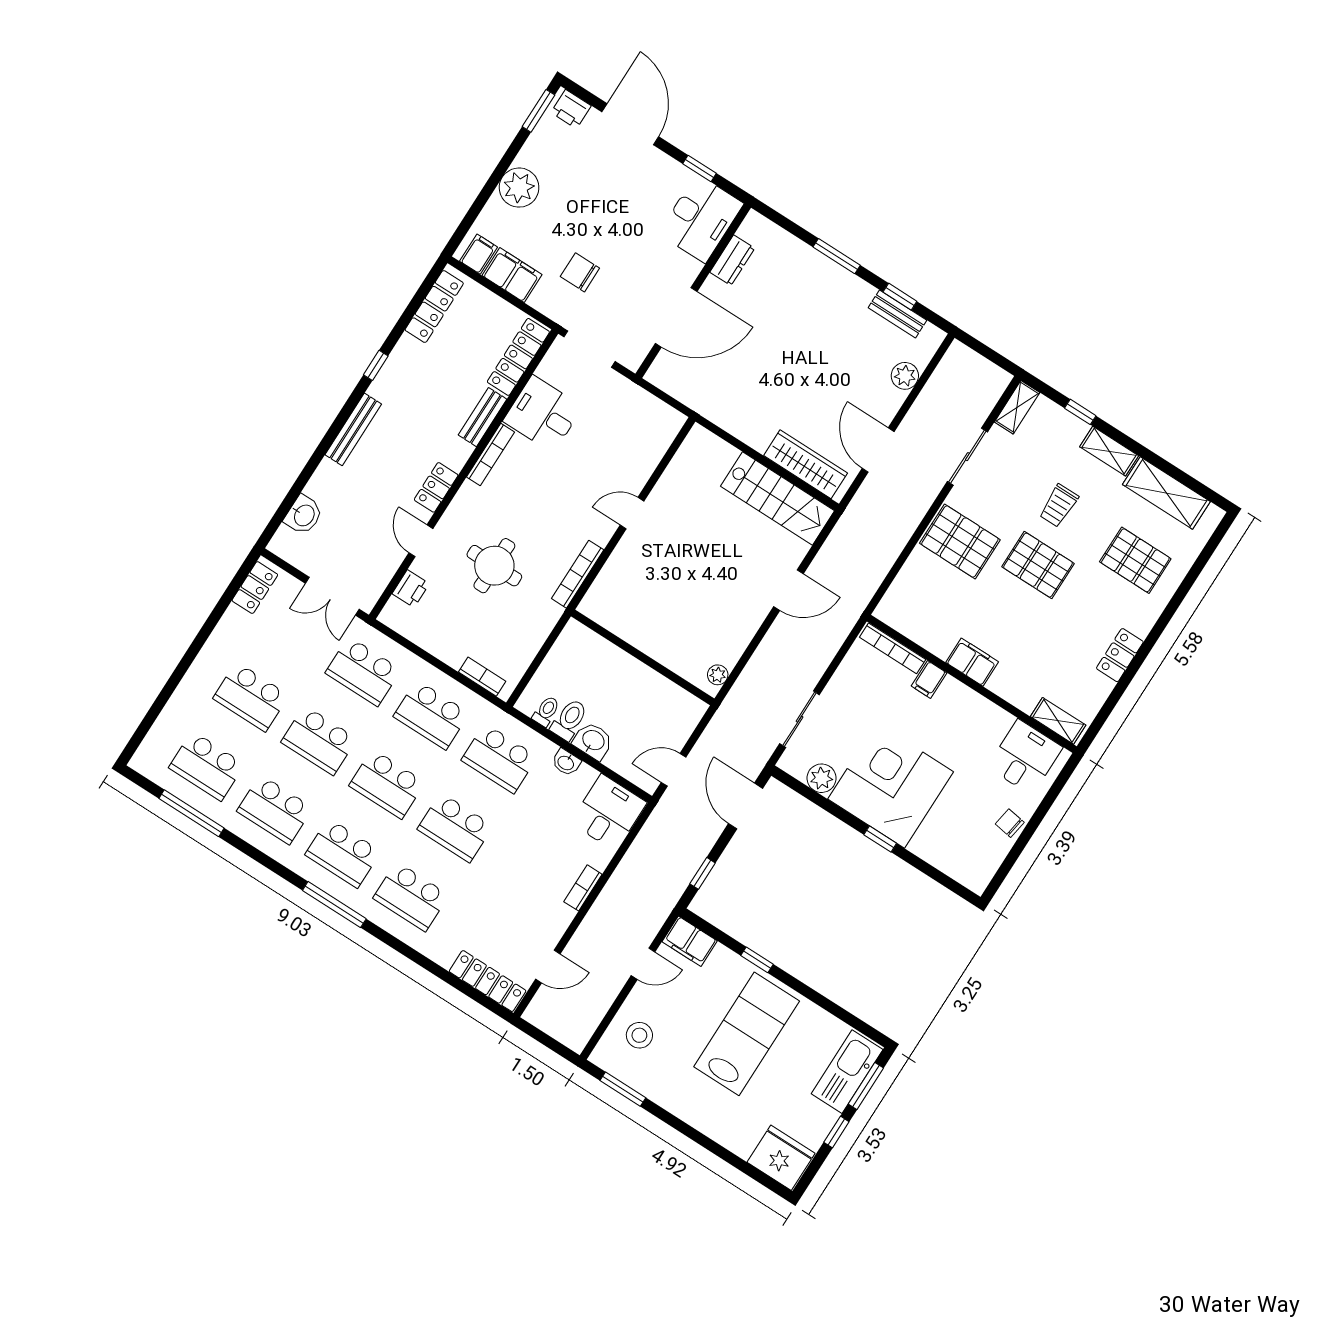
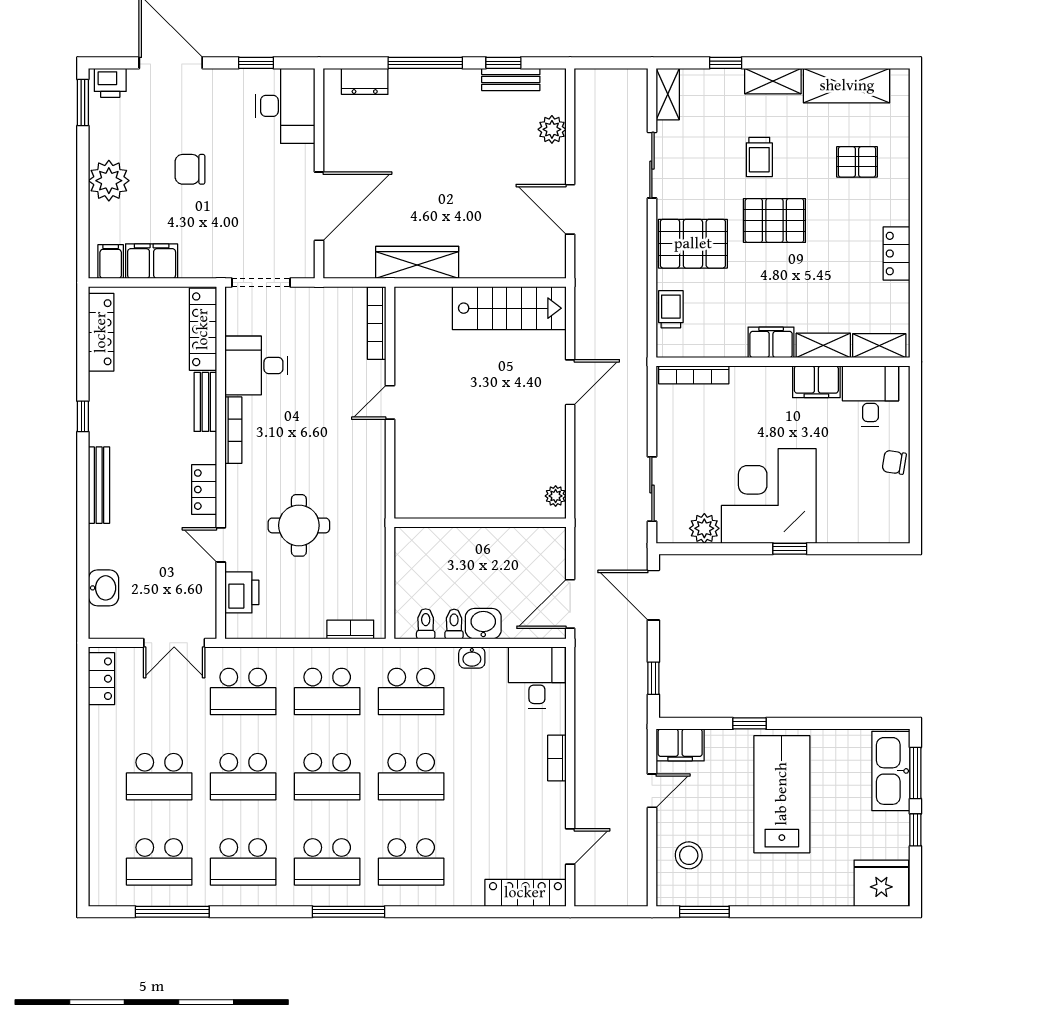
window: (837, 256) -> (425, 63), width x1.44
dresser: (732, 260) -> (365, 81), moved, turned 90
chair: (580, 272) -> (190, 169), moved
wardrobe: (806, 464) -> (417, 262), moved
pallet: (1135, 560) -> (857, 162), width x0.67, depth x0.71
bookcase: (578, 574) -> (377, 323), moved
trolley: (908, 583) -> (671, 309), added
printer: (411, 589) -> (242, 592), width x1.36, depth x1.24
filing cabinet: (929, 679) -> (816, 382), moved, width x2.00
shelving: (1013, 692) -> (823, 345), added
toilet: (569, 720) -> (454, 624), width x0.73, depth x0.72
door: (674, 770) -> (570, 604), width x1.38

